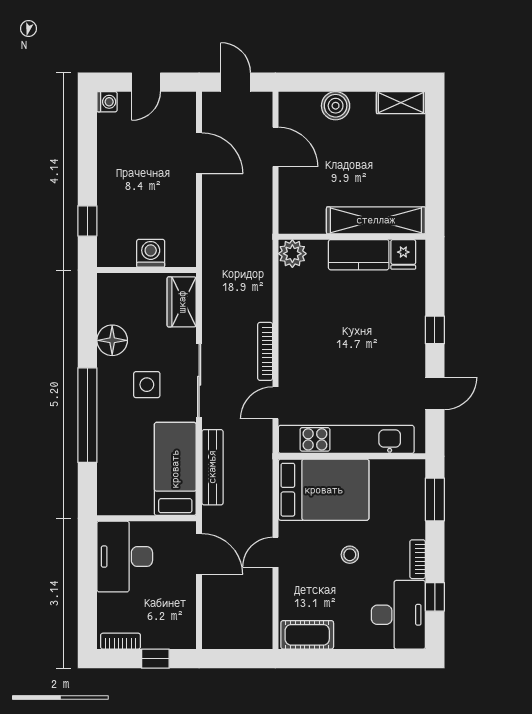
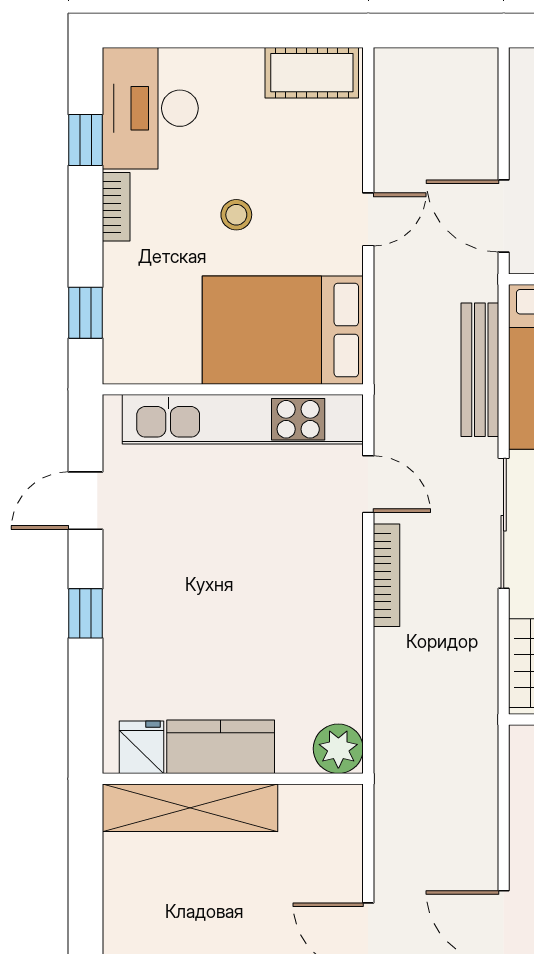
door: (275, 403) -> (368, 484), hinge flipped
window: (435, 499) -> (86, 313), width x0.67

